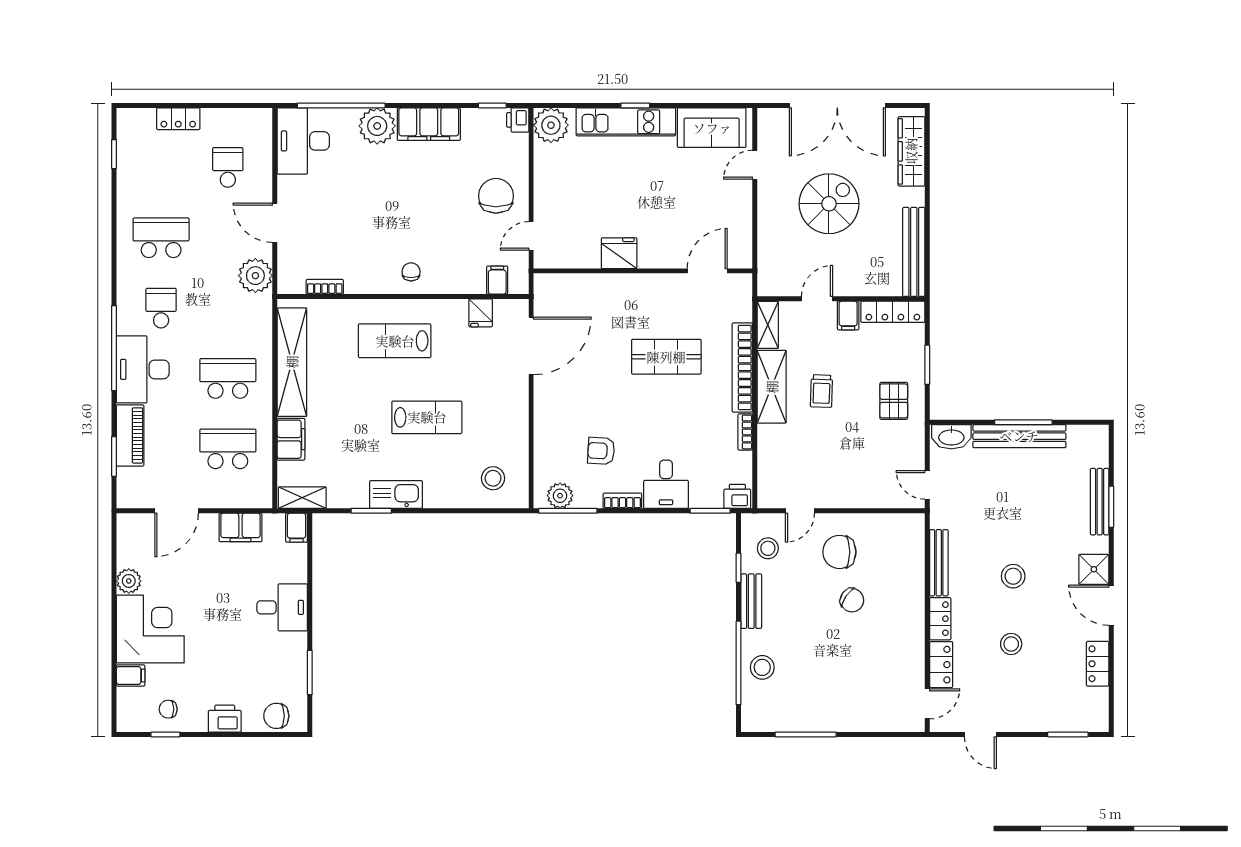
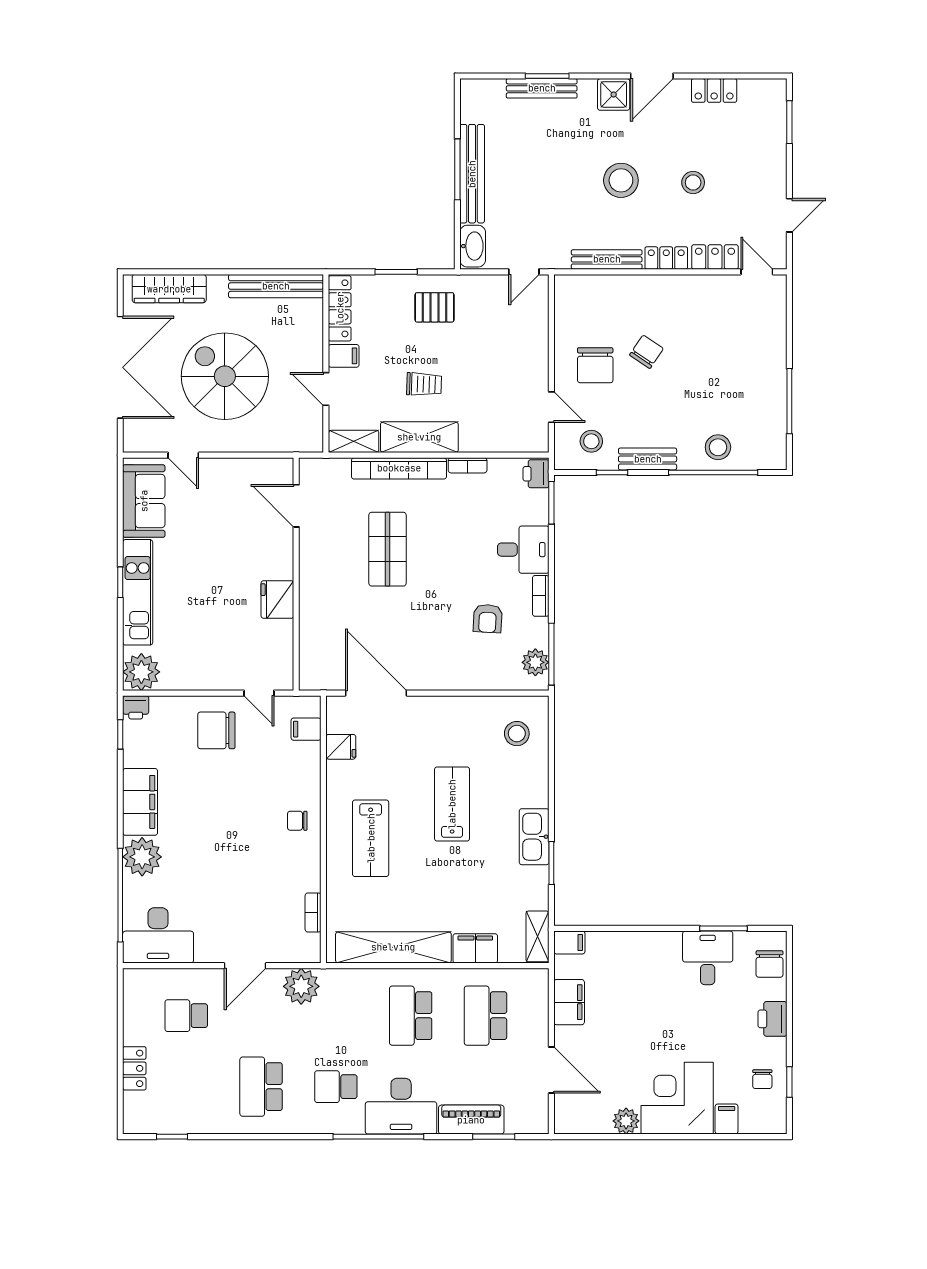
spiral stairs: (829, 204) -> (225, 376), width x1.37, depth x1.37
stool: (1013, 576) -> (621, 180), width x1.38, depth x1.38
desk: (282, 607) -> (708, 958), moved

